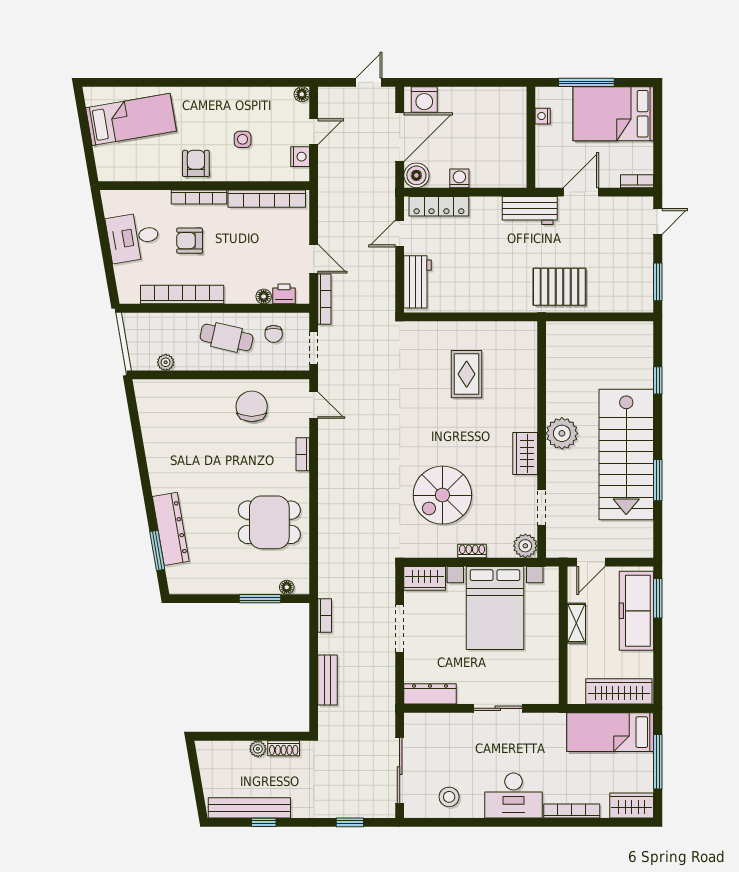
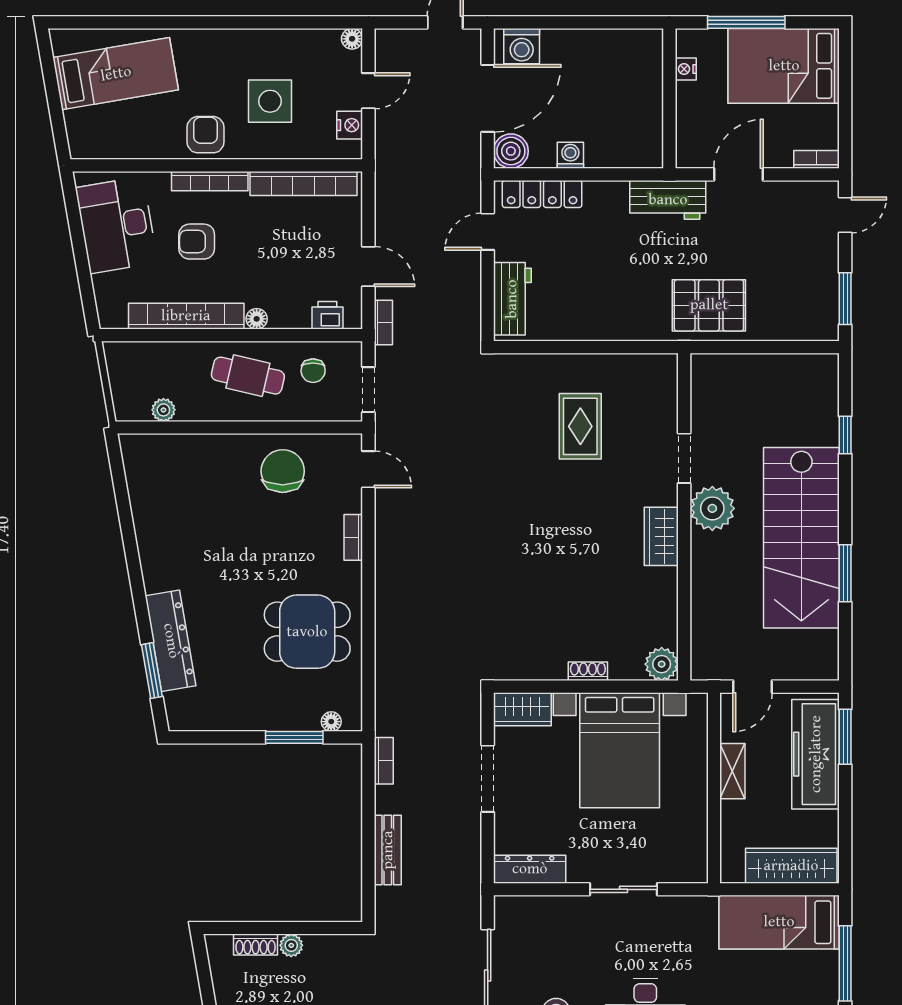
side table: (243, 139) -> (270, 101), width x1.87, depth x1.87
desk: (133, 237) -> (117, 225), width x1.37
floor lamp: (264, 296) -> (257, 319), moved
bookcase: (324, 299) -> (383, 323), width x0.64
spiral stairs: (442, 495) -> (547, 594), removed
doorway: (542, 508) -> (684, 458), moved
shoe rack: (284, 748) -> (256, 945), moved

